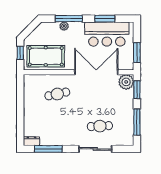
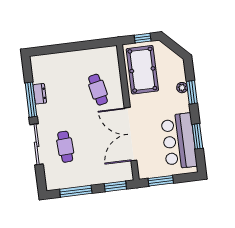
window: (69, 19) -> (192, 92), width x0.69
double door: (96, 72) -> (131, 134), swing flipped
plant: (126, 82) -> (123, 172), removed
dresser: (31, 141) -> (40, 94), moved
window: (48, 149) -> (31, 100), moved

